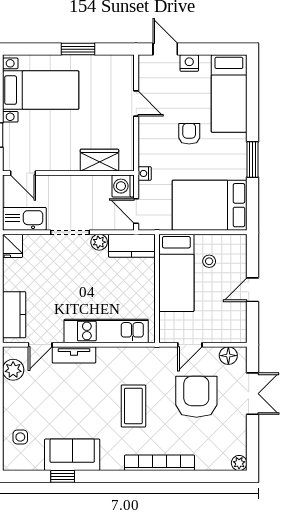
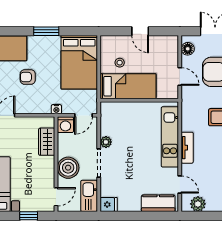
boiler: (63, 190) -> (68, 168), added
kitchen counter: (132, 246) -> (108, 118), removed
tv unit: (74, 355) -> (187, 148), moved

